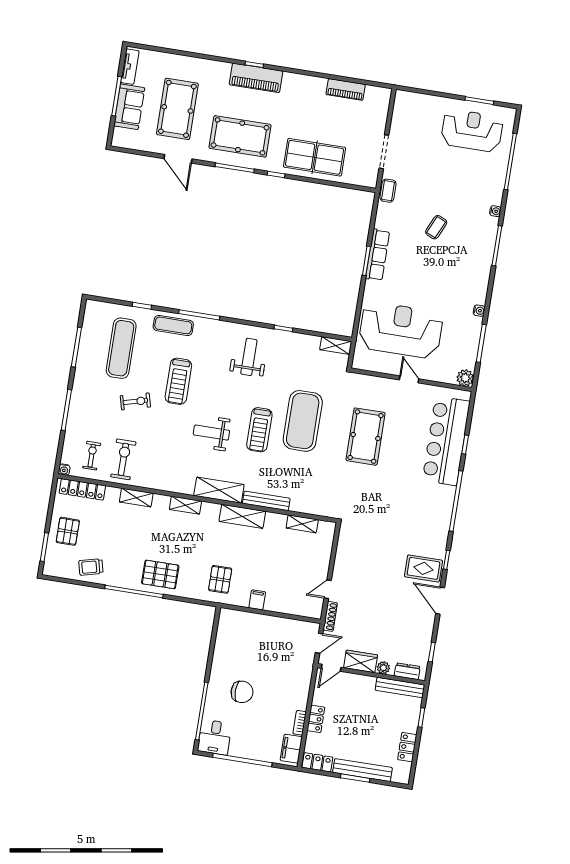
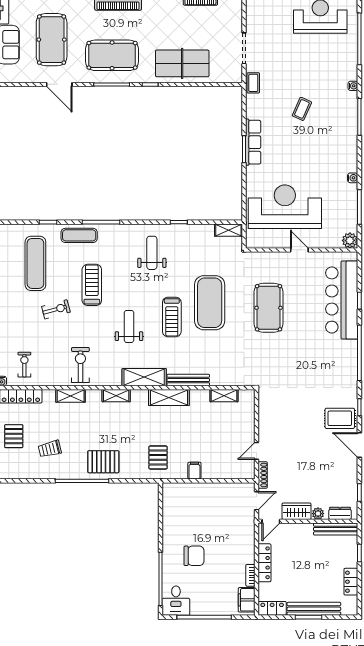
treadmill: (178, 381) -> (92, 285), turned 180
weight bench: (211, 433) -> (129, 326), turned 90
exercise bike: (123, 459) -> (80, 365), moved
trolley: (91, 567) -> (50, 449), moved
locker: (316, 719) -> (264, 563), width x1.53

